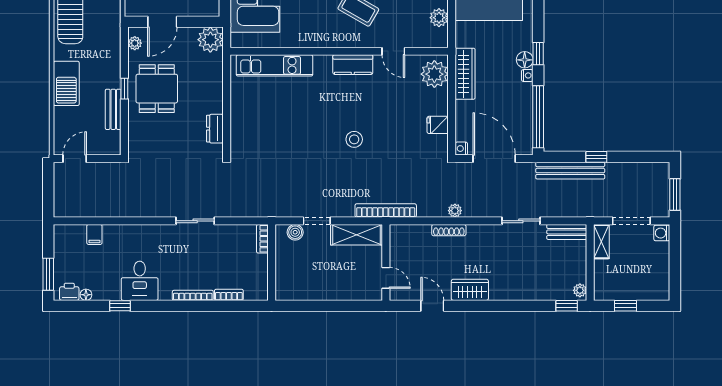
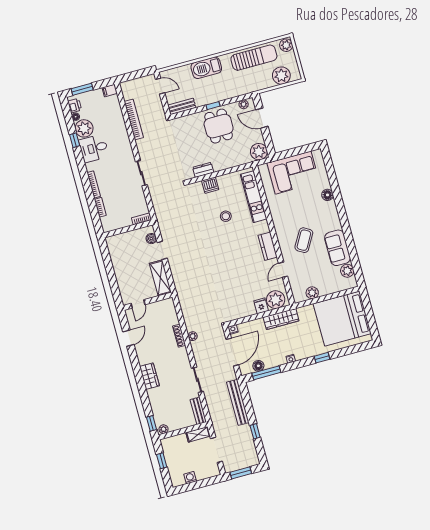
window: (538, 54) -> (322, 358), moved
floor lamp: (525, 60) -> (258, 366), moved
dining table: (157, 89) -> (219, 126), turned 90
bench: (113, 109) -> (182, 106), moved
window: (538, 117) -> (266, 373), width x0.68
dishwasher: (240, 124) -> (210, 185), added
fridge: (438, 125) -> (261, 306), moved
stool: (354, 139) -> (226, 216), moved
window: (596, 157) -> (255, 431), moved
bookcase: (386, 210) -> (134, 119), moved
washing machine: (662, 233) -> (190, 478), moved
filing cabinet: (94, 234) -> (110, 90), moved
plant: (107, 287) -> (84, 128), added
wardrobe: (470, 290) -> (149, 376), moved

